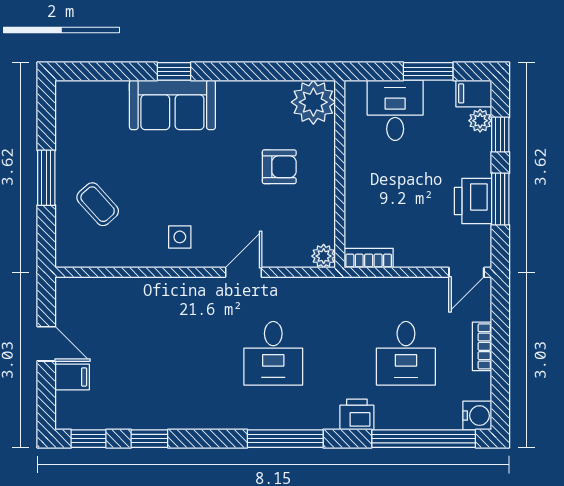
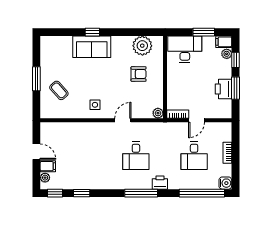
plant: (313, 102) -> (142, 46), moved
desk: (395, 110) -> (185, 49), width x1.37
door: (466, 272) -> (197, 120), moved
plant: (66, 403) -> (45, 178), added
printer: (357, 414) -> (160, 183), moved

